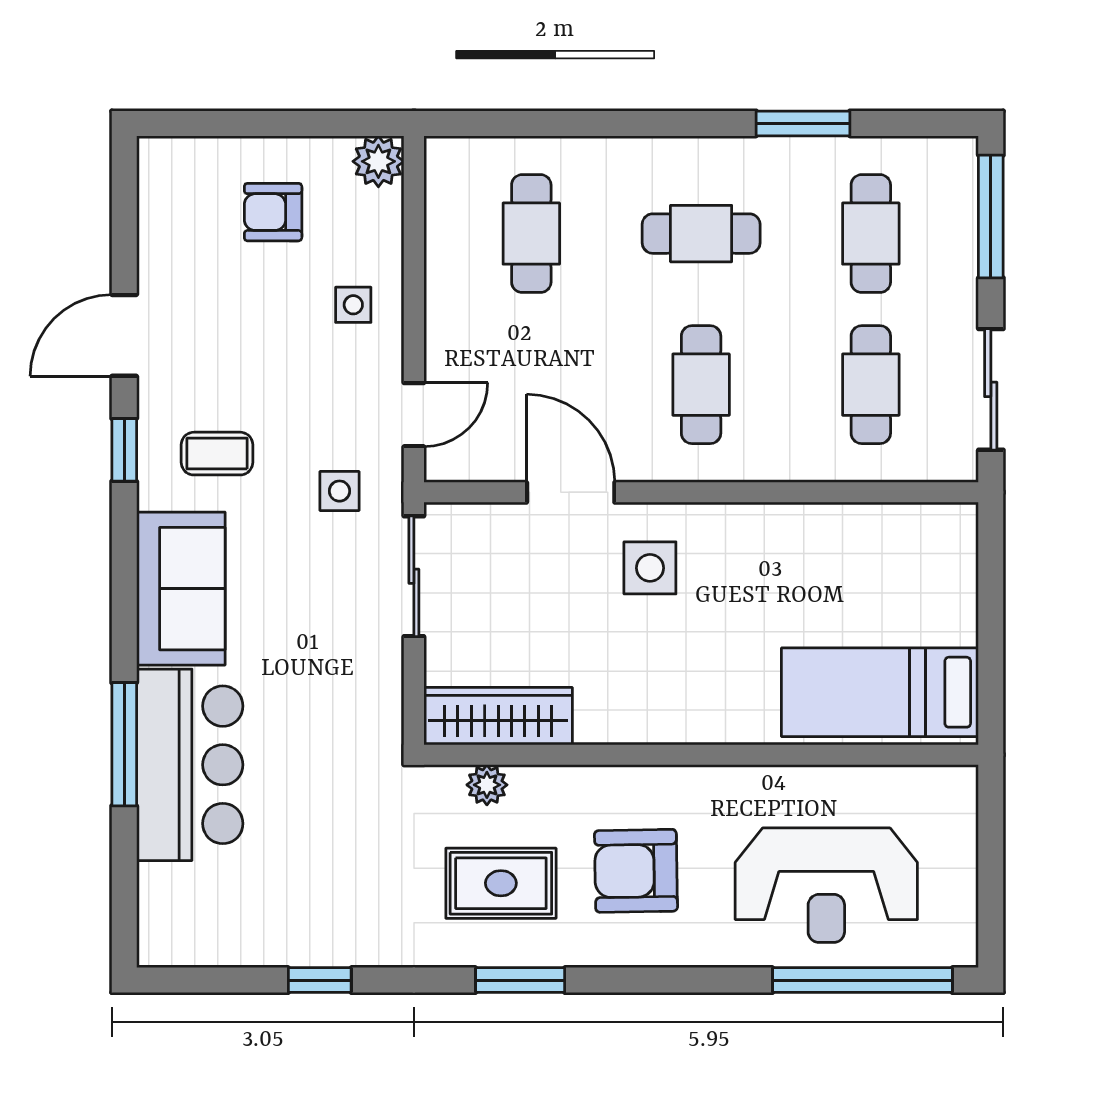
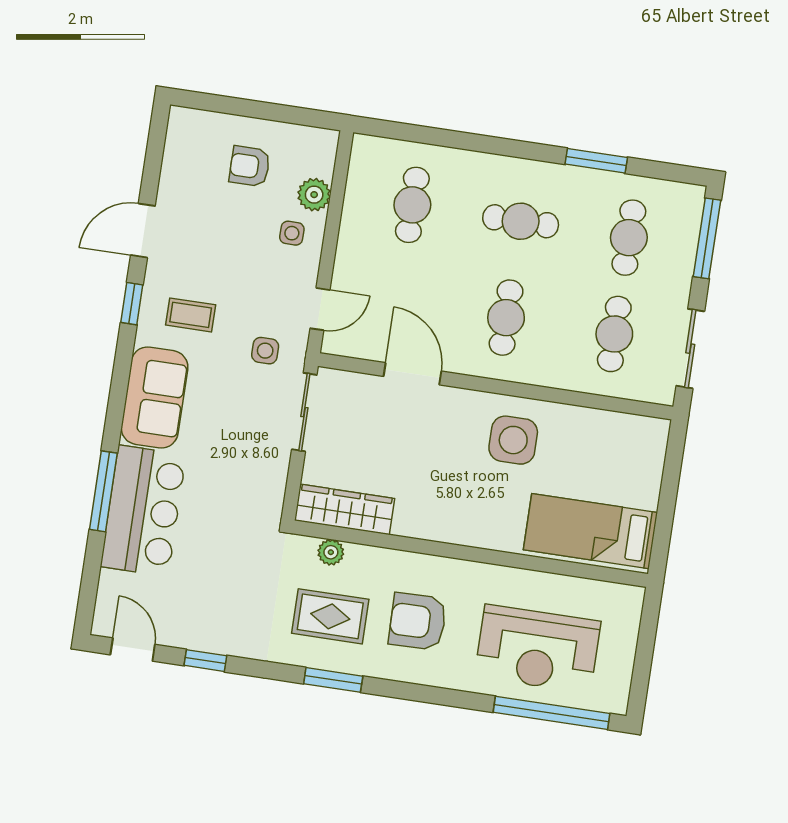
plant: (378, 161) -> (314, 195), moved
side table: (650, 568) -> (513, 440), moved, width x1.37, depth x1.37
door: (206, 980) -> (133, 650), added

